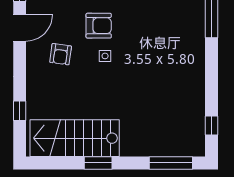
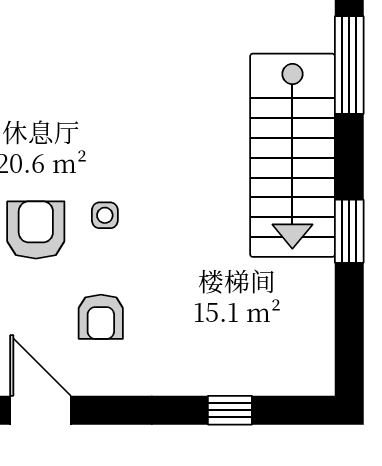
armchair: (61, 54) -> (101, 317), turned 82
stairs: (75, 138) -> (292, 155), moved

